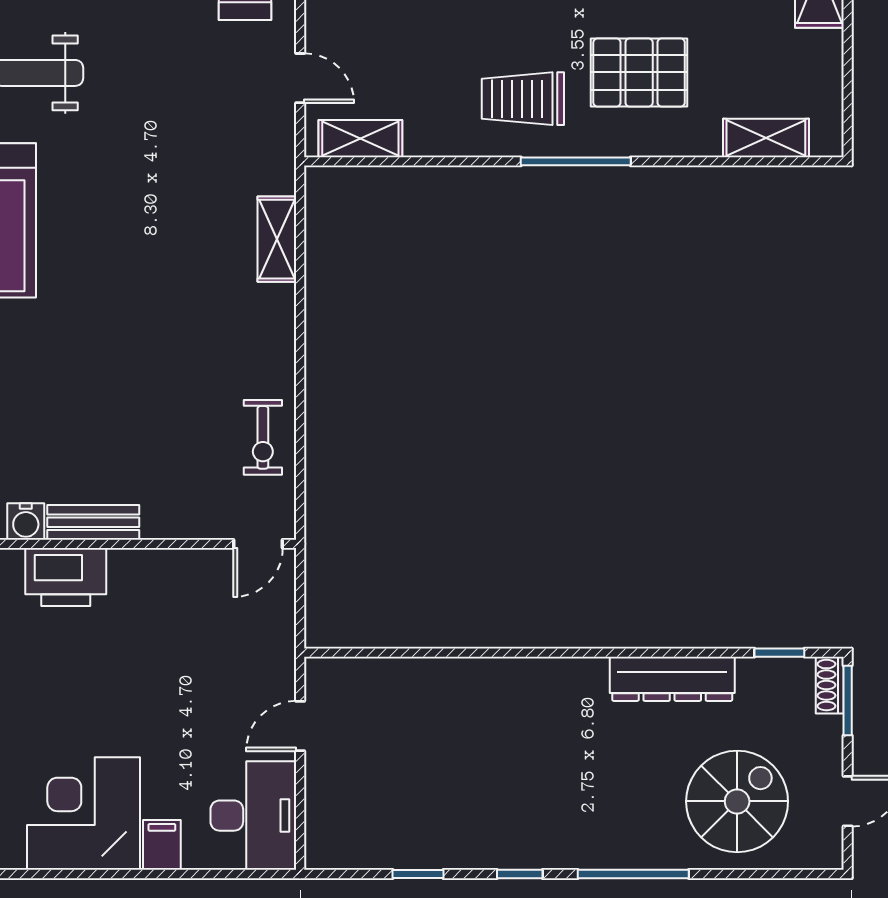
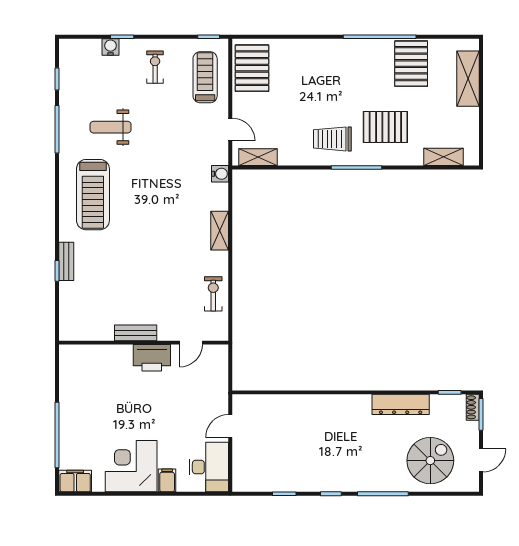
shelving: (277, 239) -> (220, 231), moved
exercise bike: (263, 437) -> (213, 294), turned 180
water cooler: (26, 521) -> (220, 174), moved, turned -90
door: (258, 544) -> (191, 343), moved
printer: (66, 577) -> (152, 358), moved

